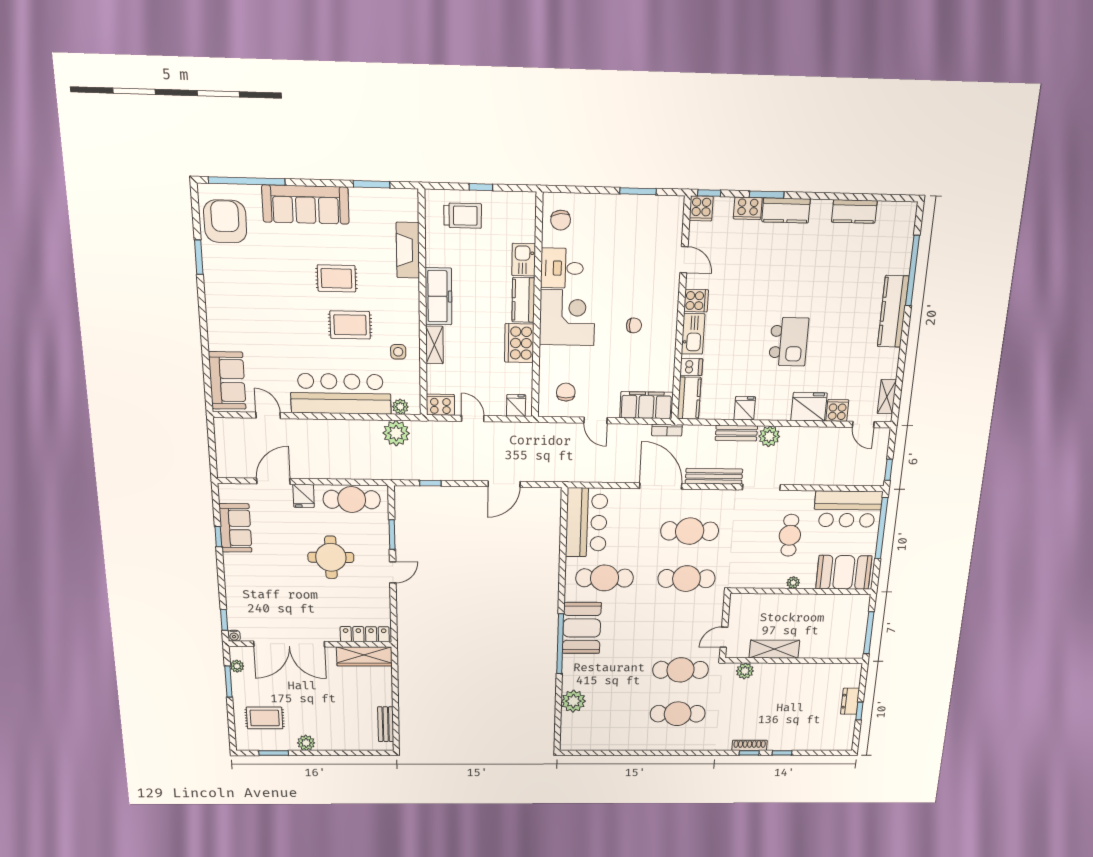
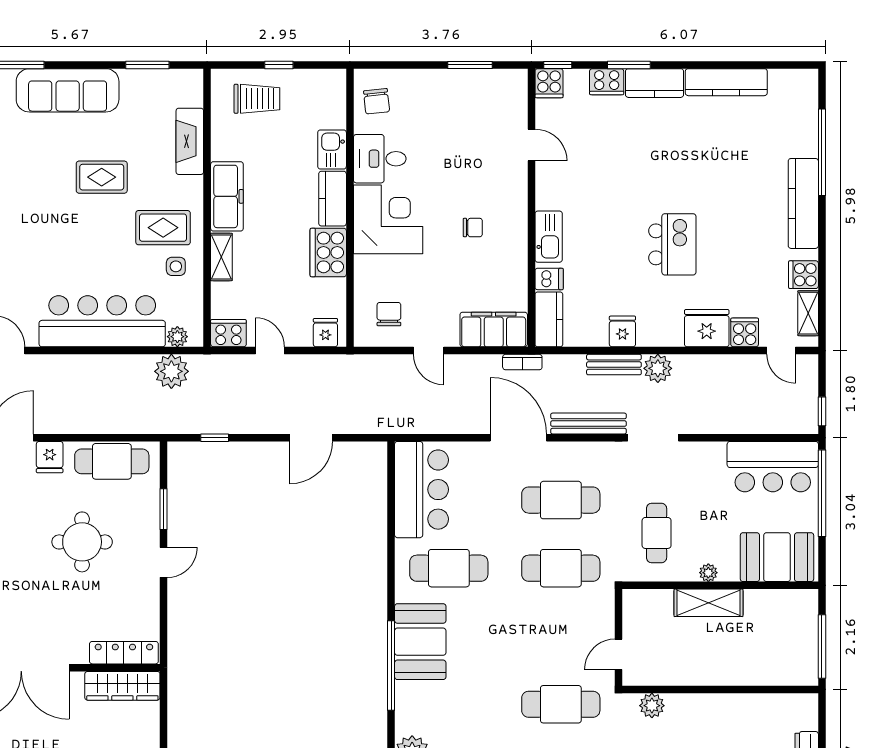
kitchen counter: (854, 211) -> (726, 82), width x1.50
cooker: (696, 301) -> (804, 275), moved, turned 180
rug: (350, 325) -> (163, 228), moved
cafe table: (790, 535) -> (657, 533), moved
shelving: (774, 649) -> (708, 603), moved

